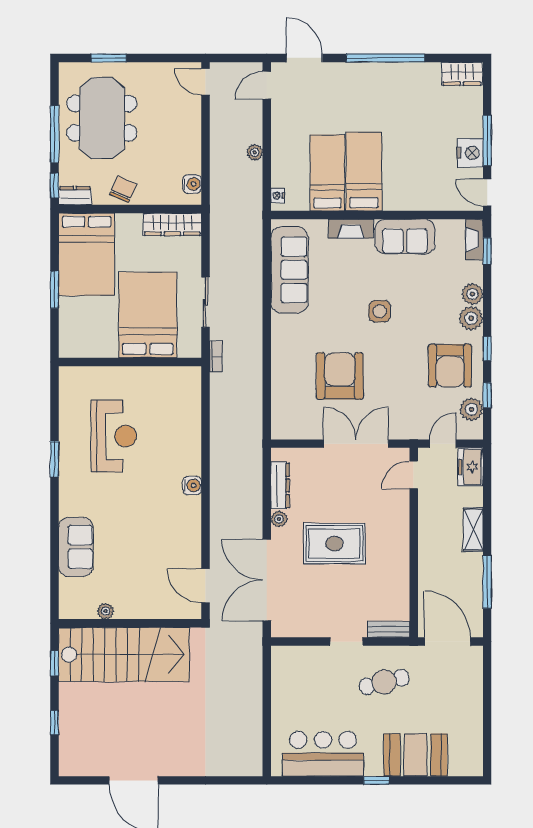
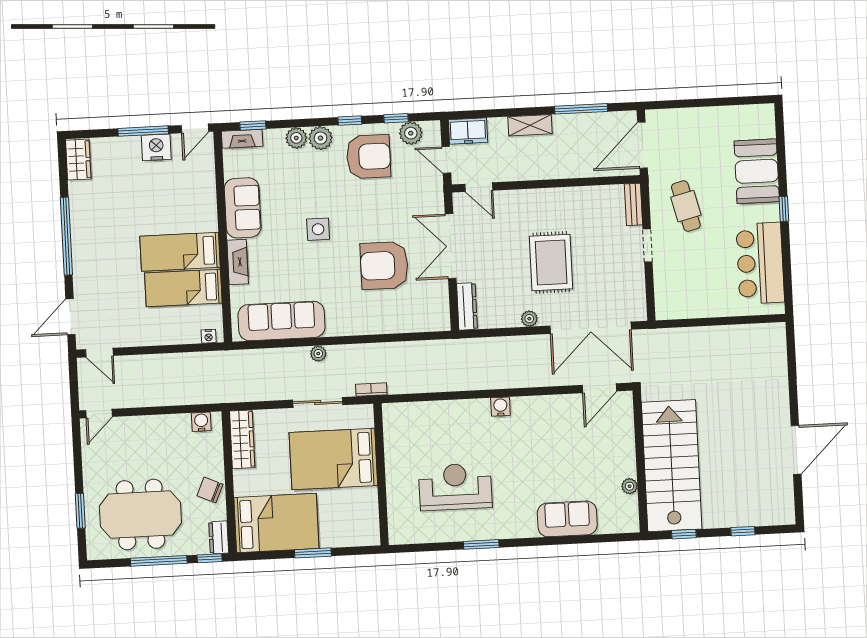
plant: (255, 152) -> (318, 354), moved
dresser: (280, 486) -> (467, 306), moved, turned 90

